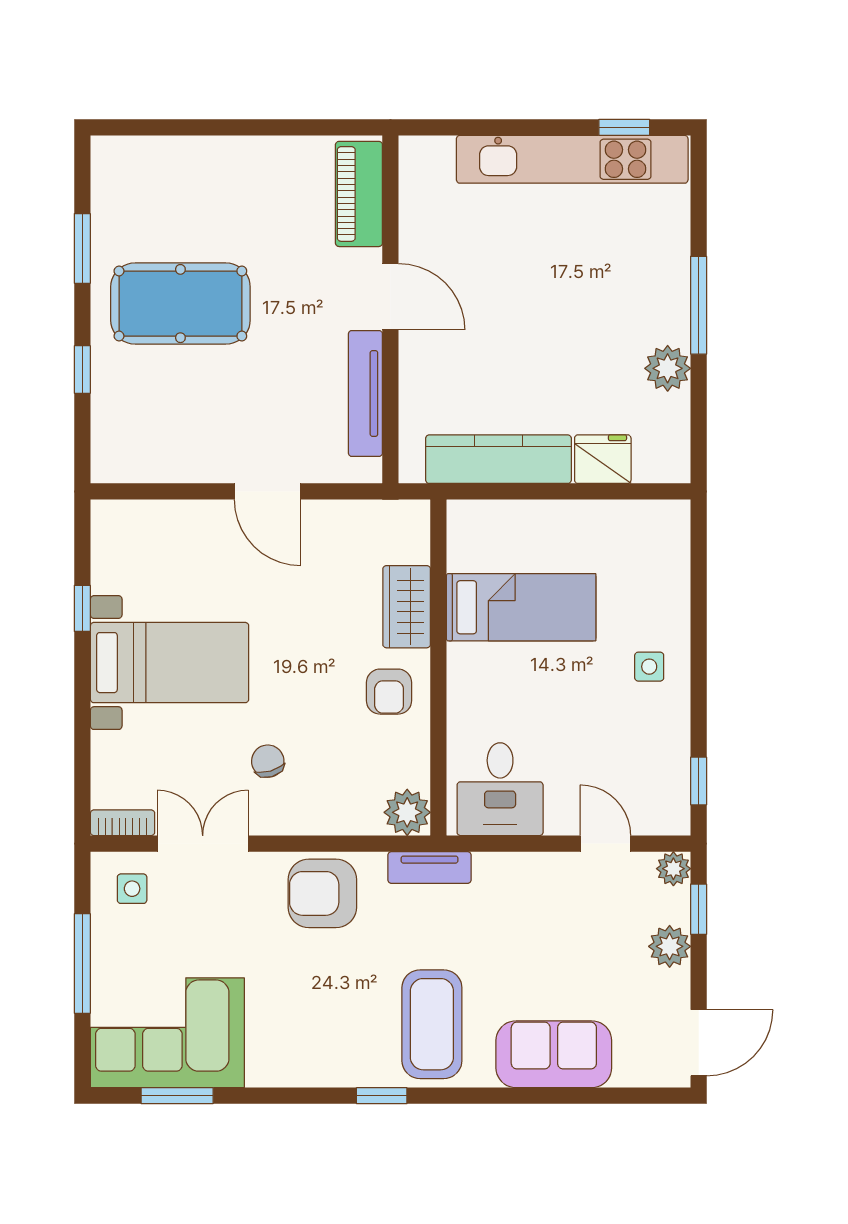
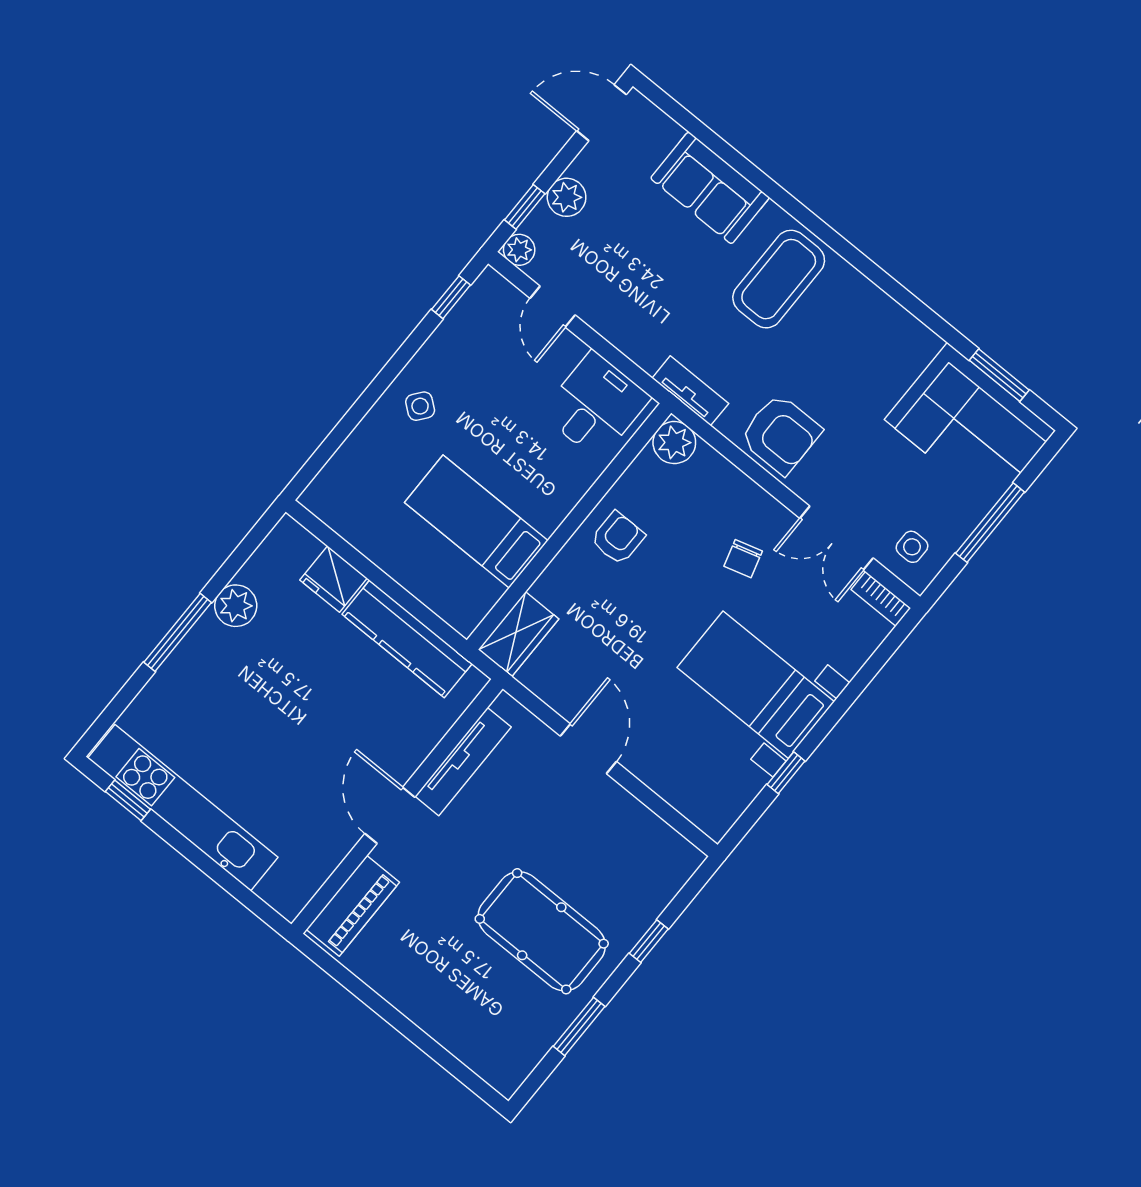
wardrobe: (407, 607) -> (519, 634), moved
side table: (649, 667) -> (420, 406), turned 38
window: (382, 1096) -> (855, 258), removed

